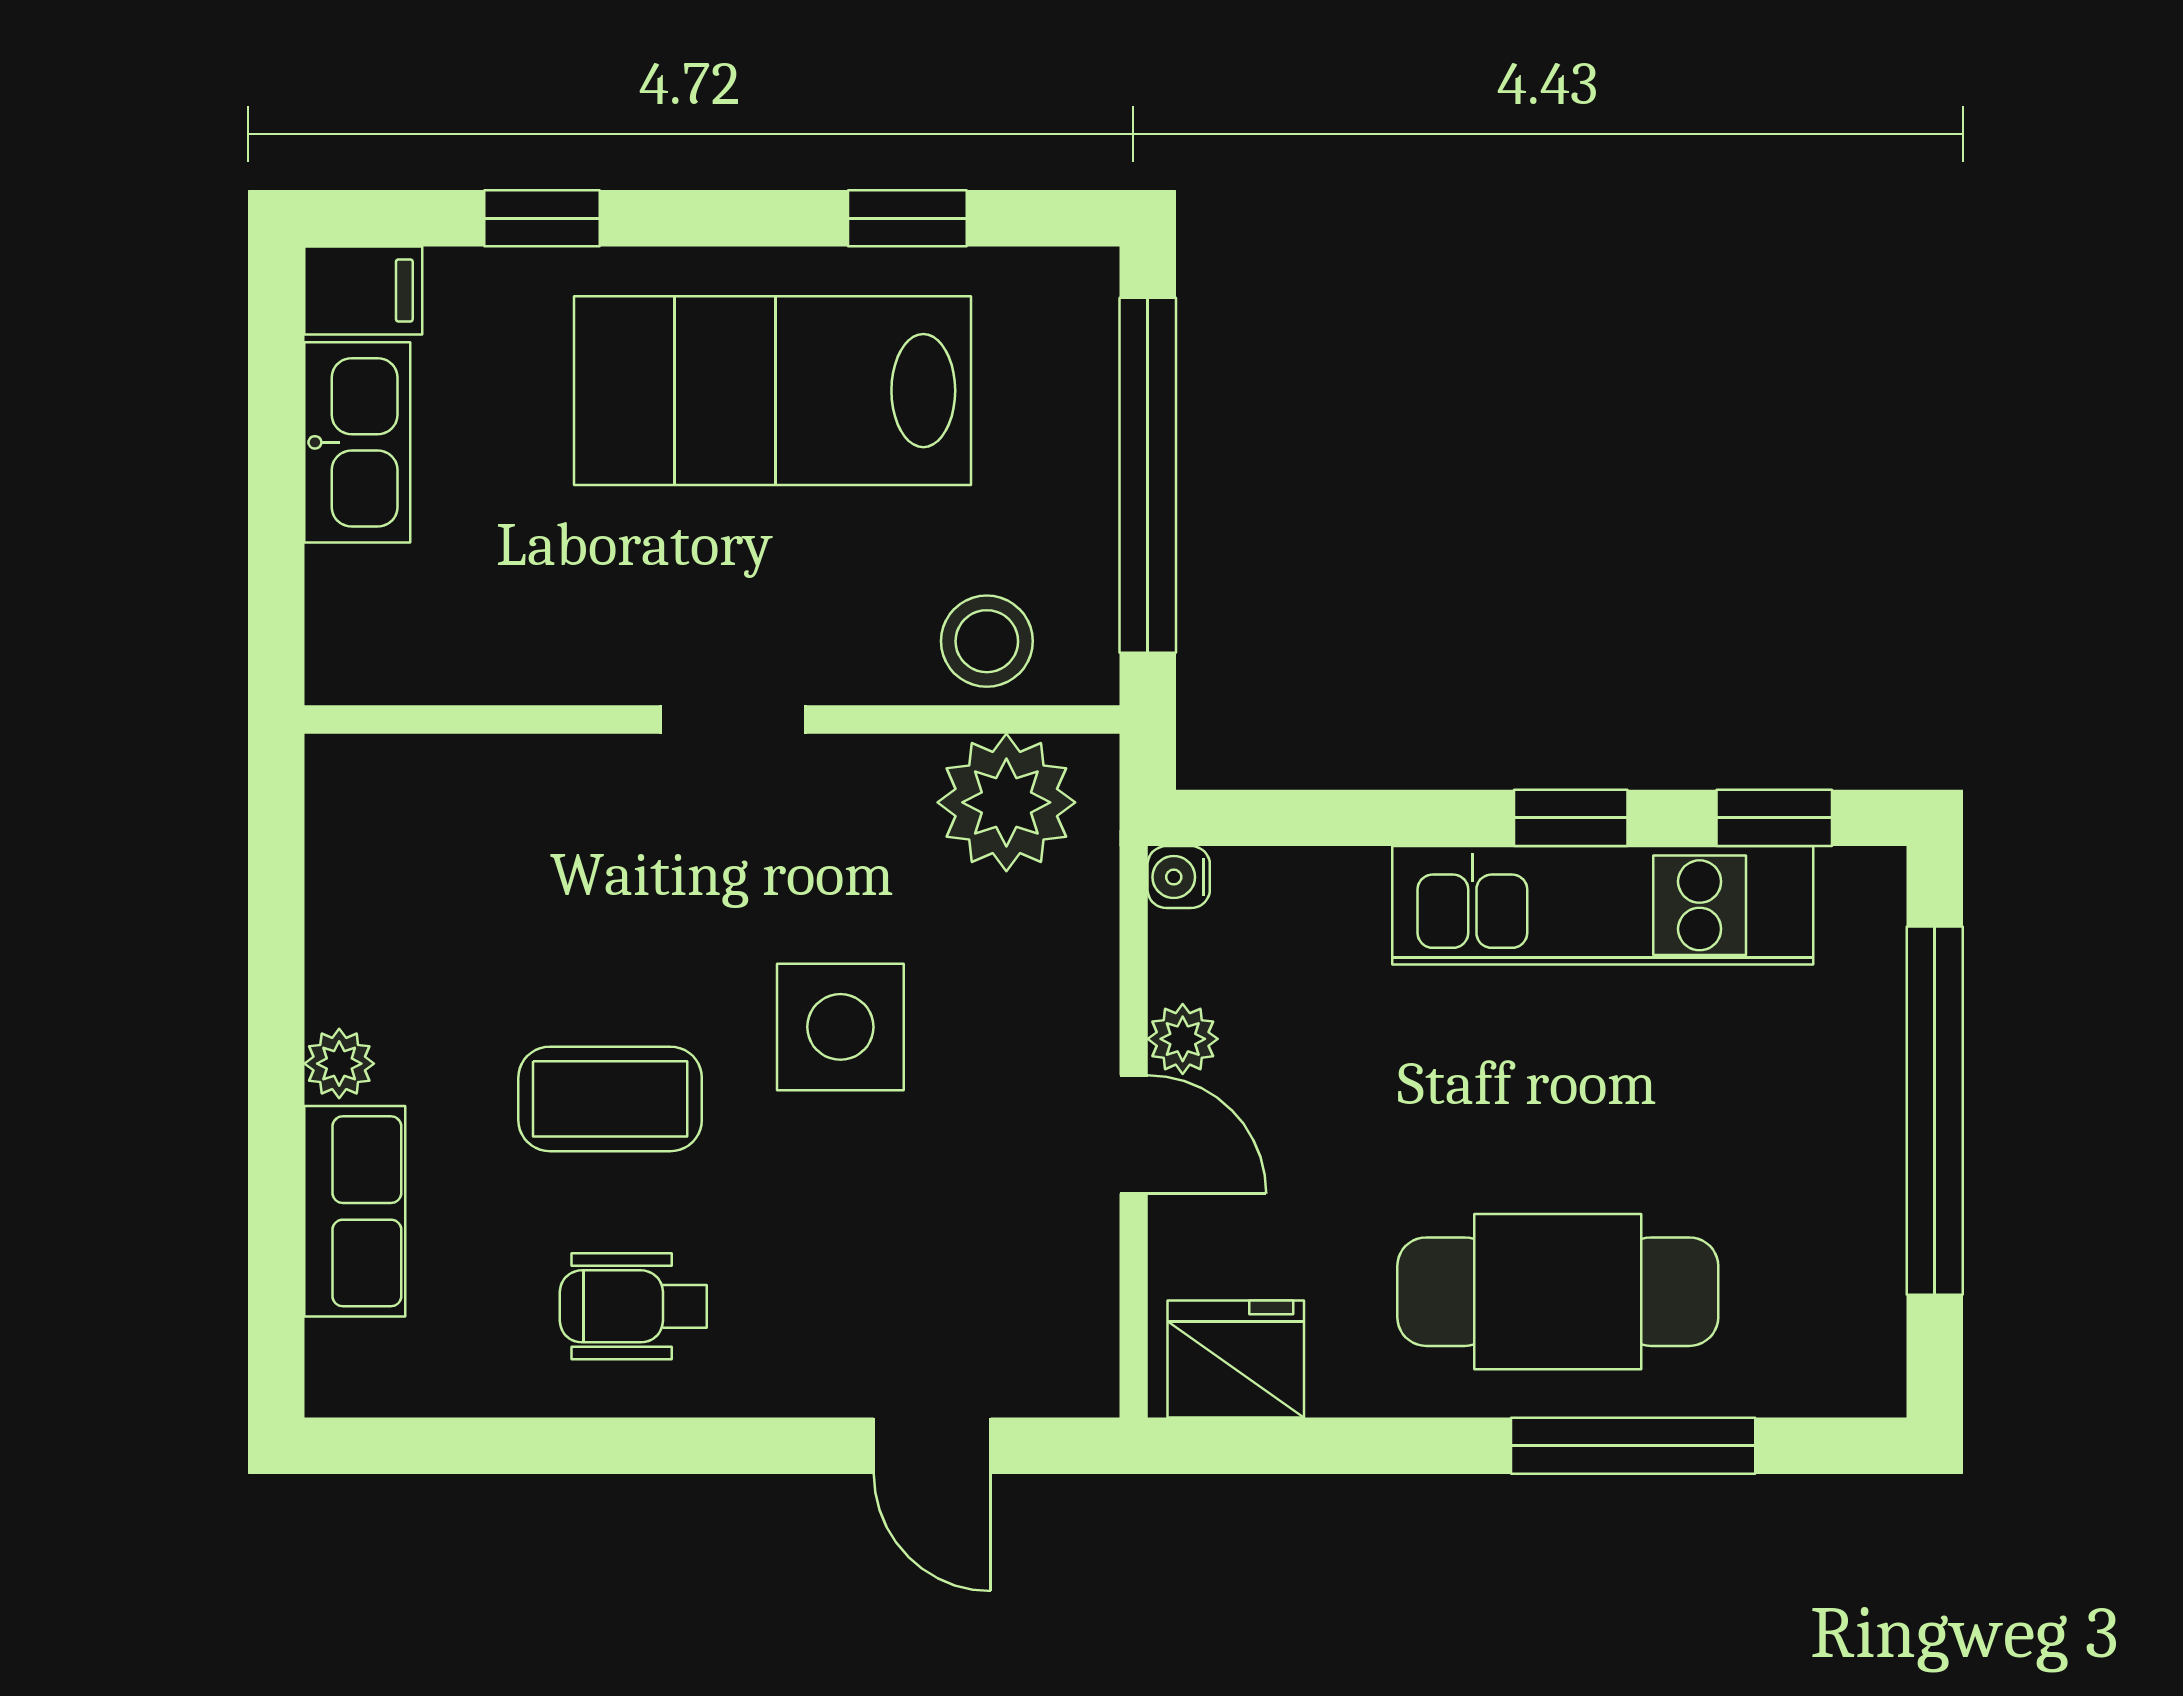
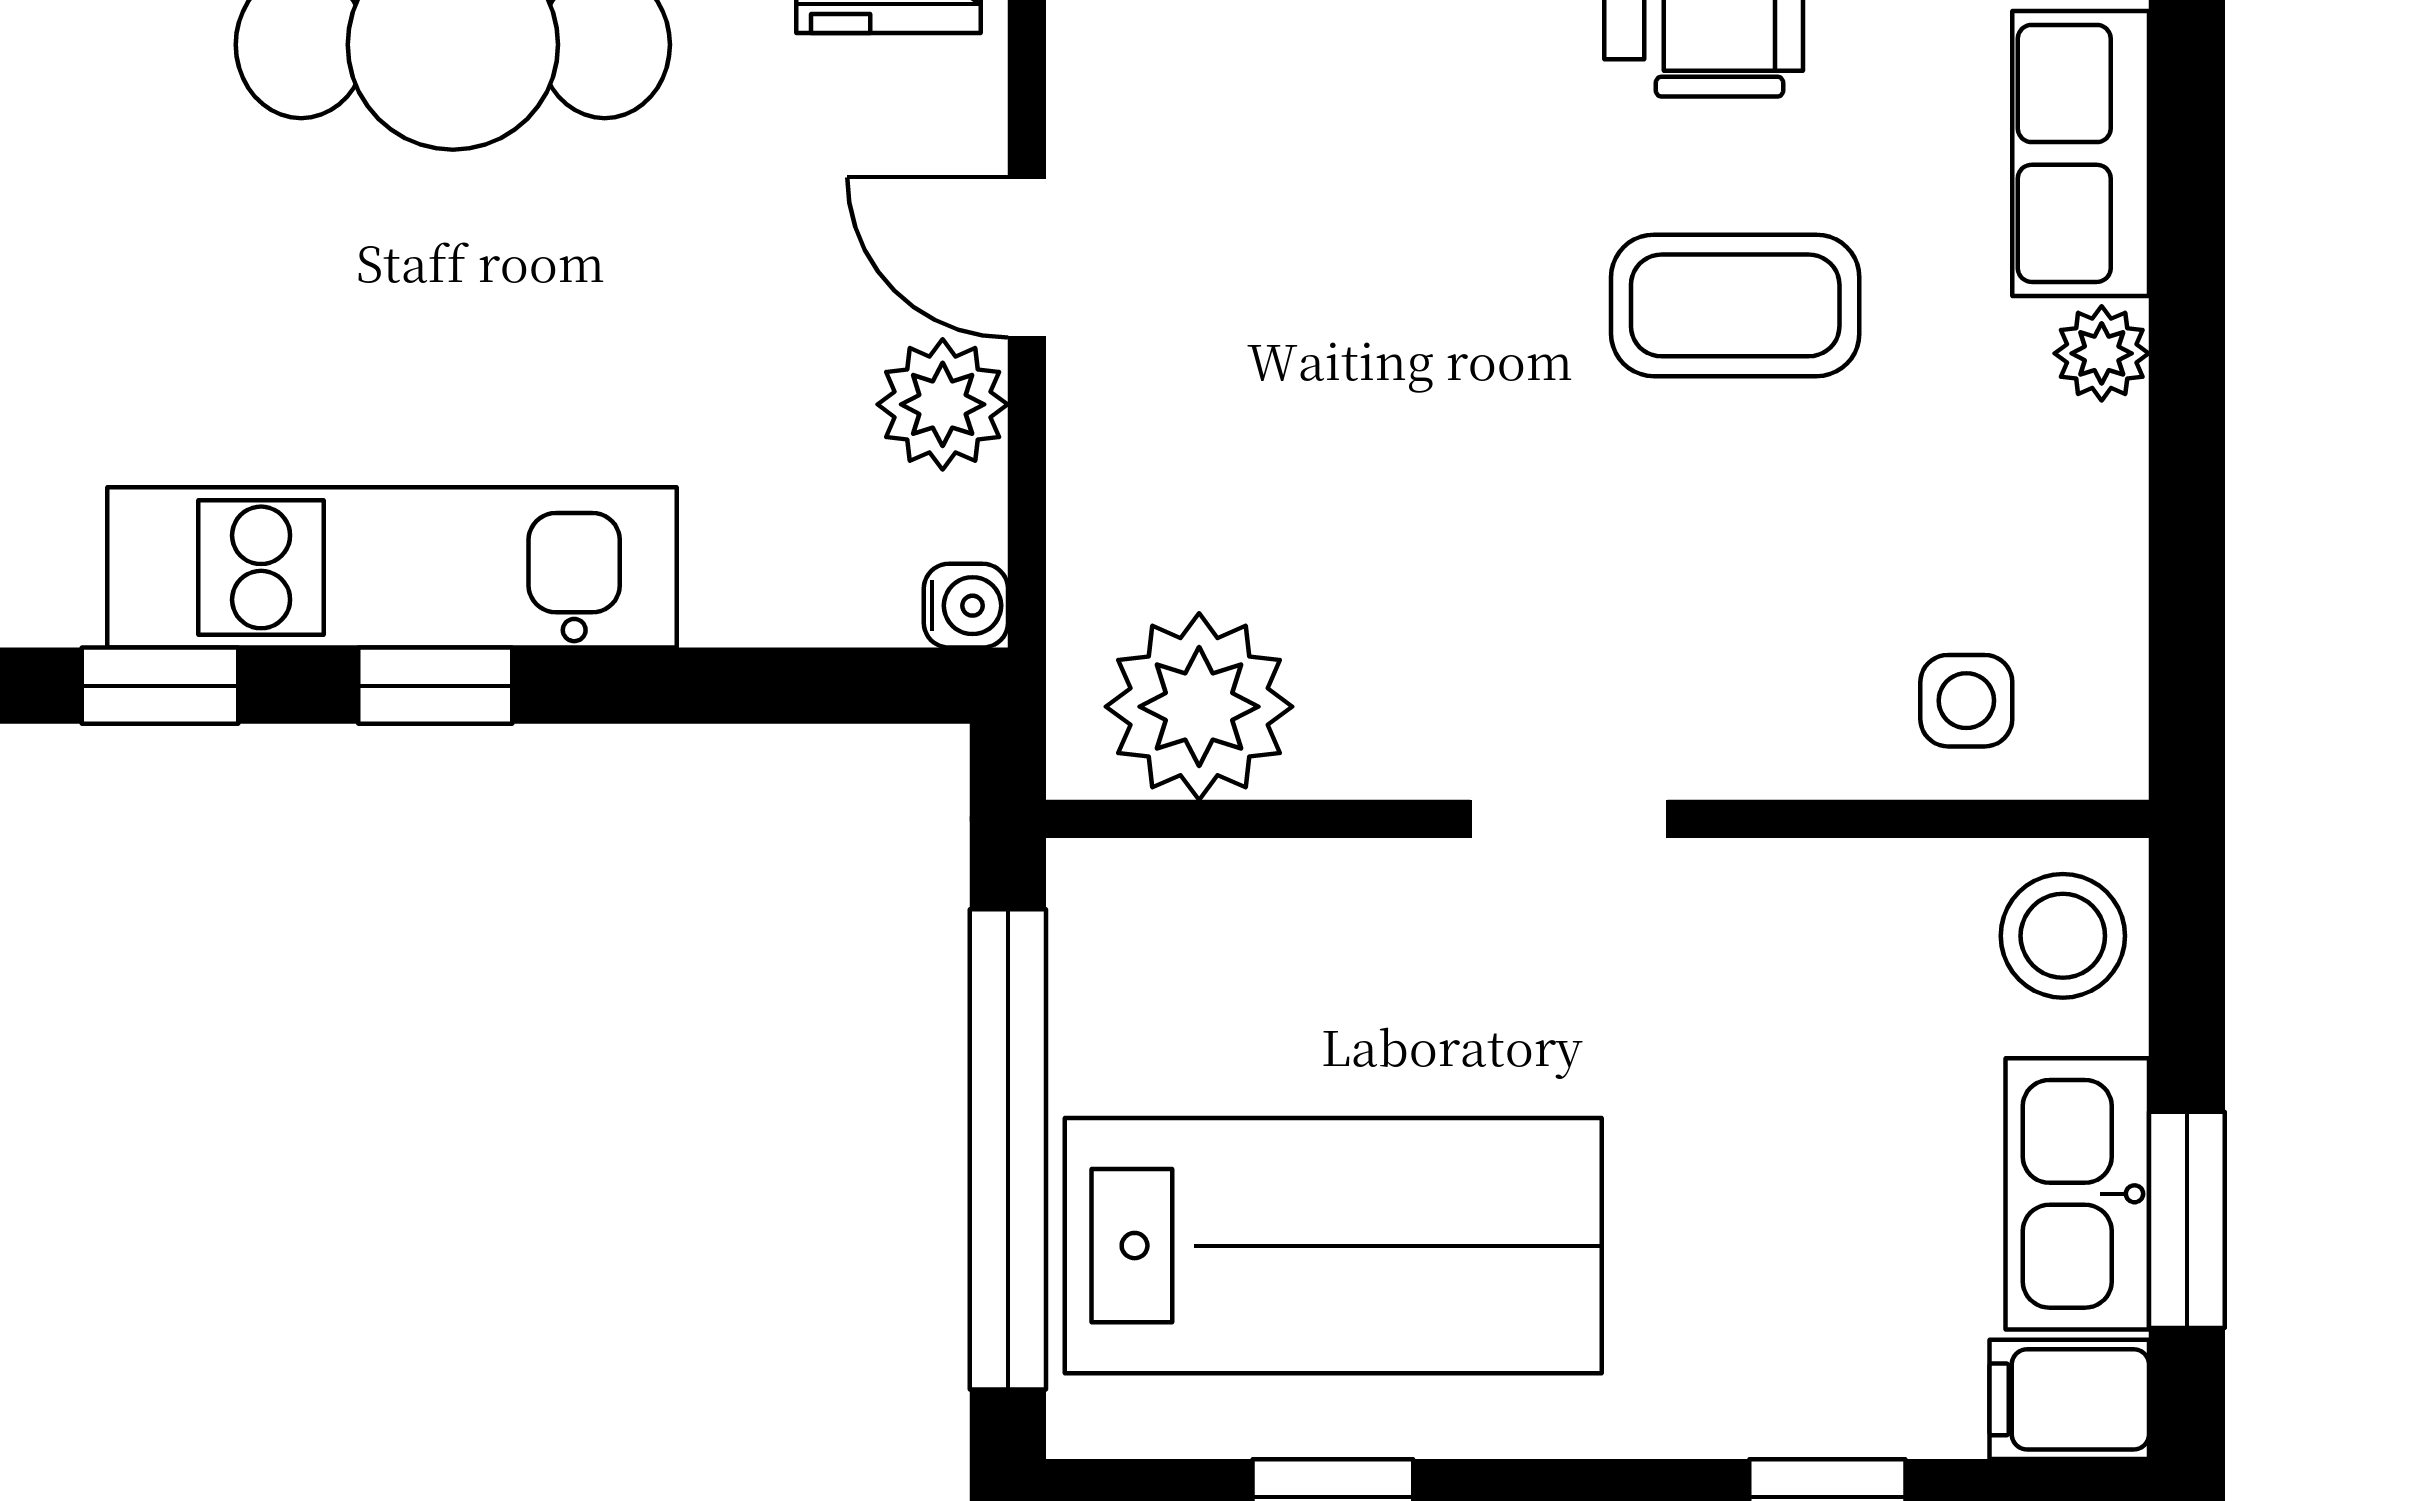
lab bench: (773, 391) -> (1333, 1246), moved
window: (276, 423) -> (2187, 1220), added
stool: (987, 641) -> (2063, 936), moved
side table: (840, 1027) -> (1966, 701), moved, width x0.54, depth x0.54
plant: (1183, 1039) -> (943, 404), width x1.38, depth x1.38

